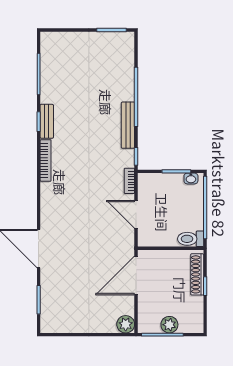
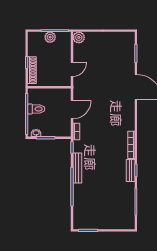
door: (136, 214) -> (72, 110), hinge flipped
toilet: (191, 239) -> (36, 109), moved
door: (136, 275) -> (72, 69), width x0.53

